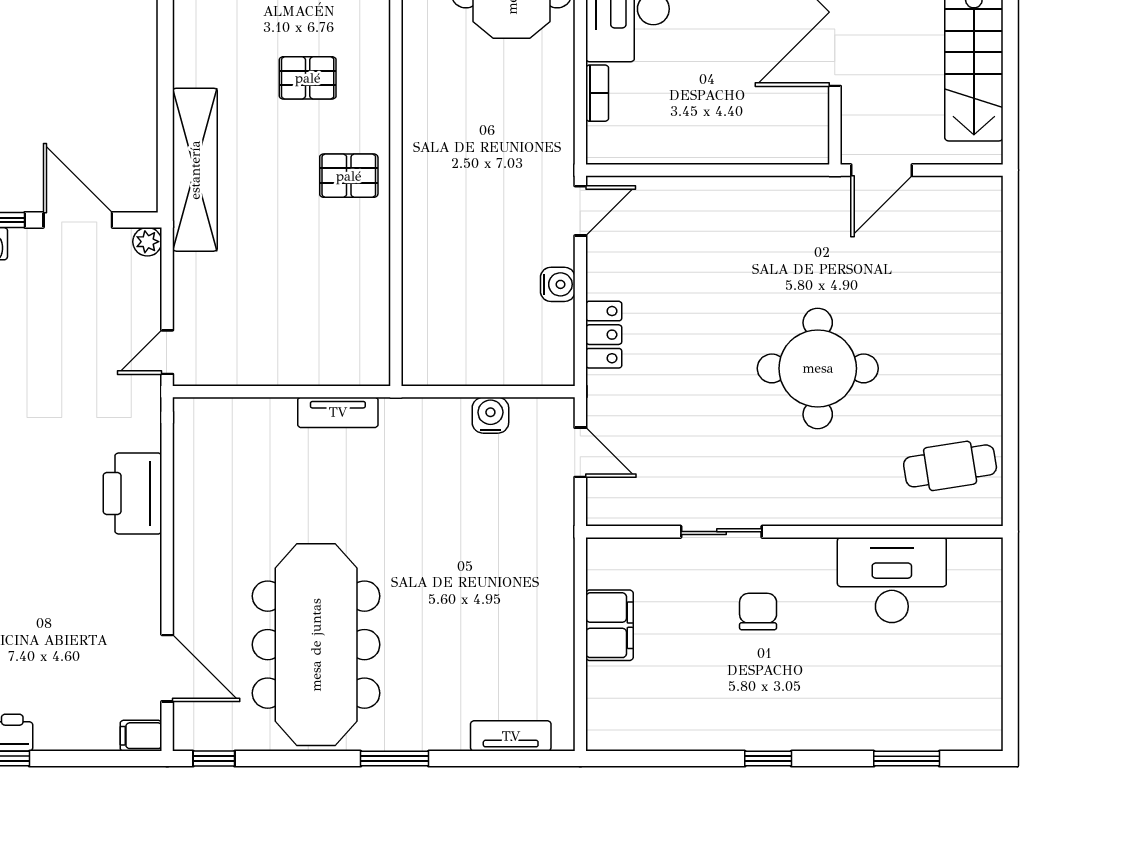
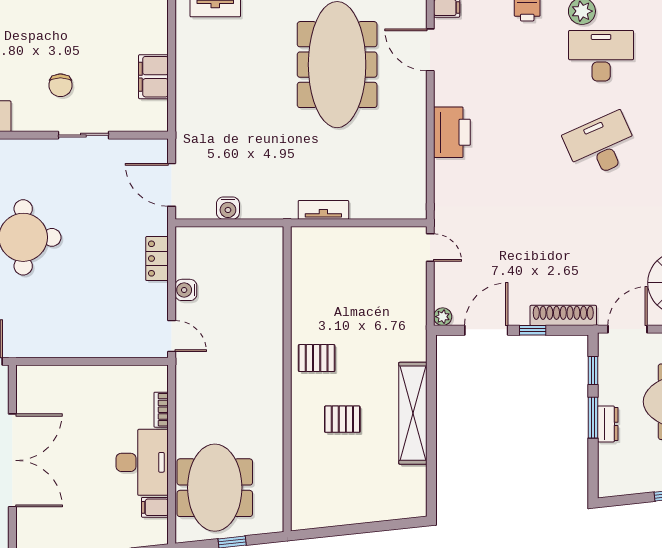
shelving: (195, 170) -> (413, 413), moved
door: (580, 211) -> (172, 336), swing flipped
door: (78, 220) -> (486, 330), swing flipped
door: (167, 352) -> (430, 248), hinge flipped
door: (580, 452) -> (172, 185), width x1.38
printer: (133, 493) -> (452, 132), moved

